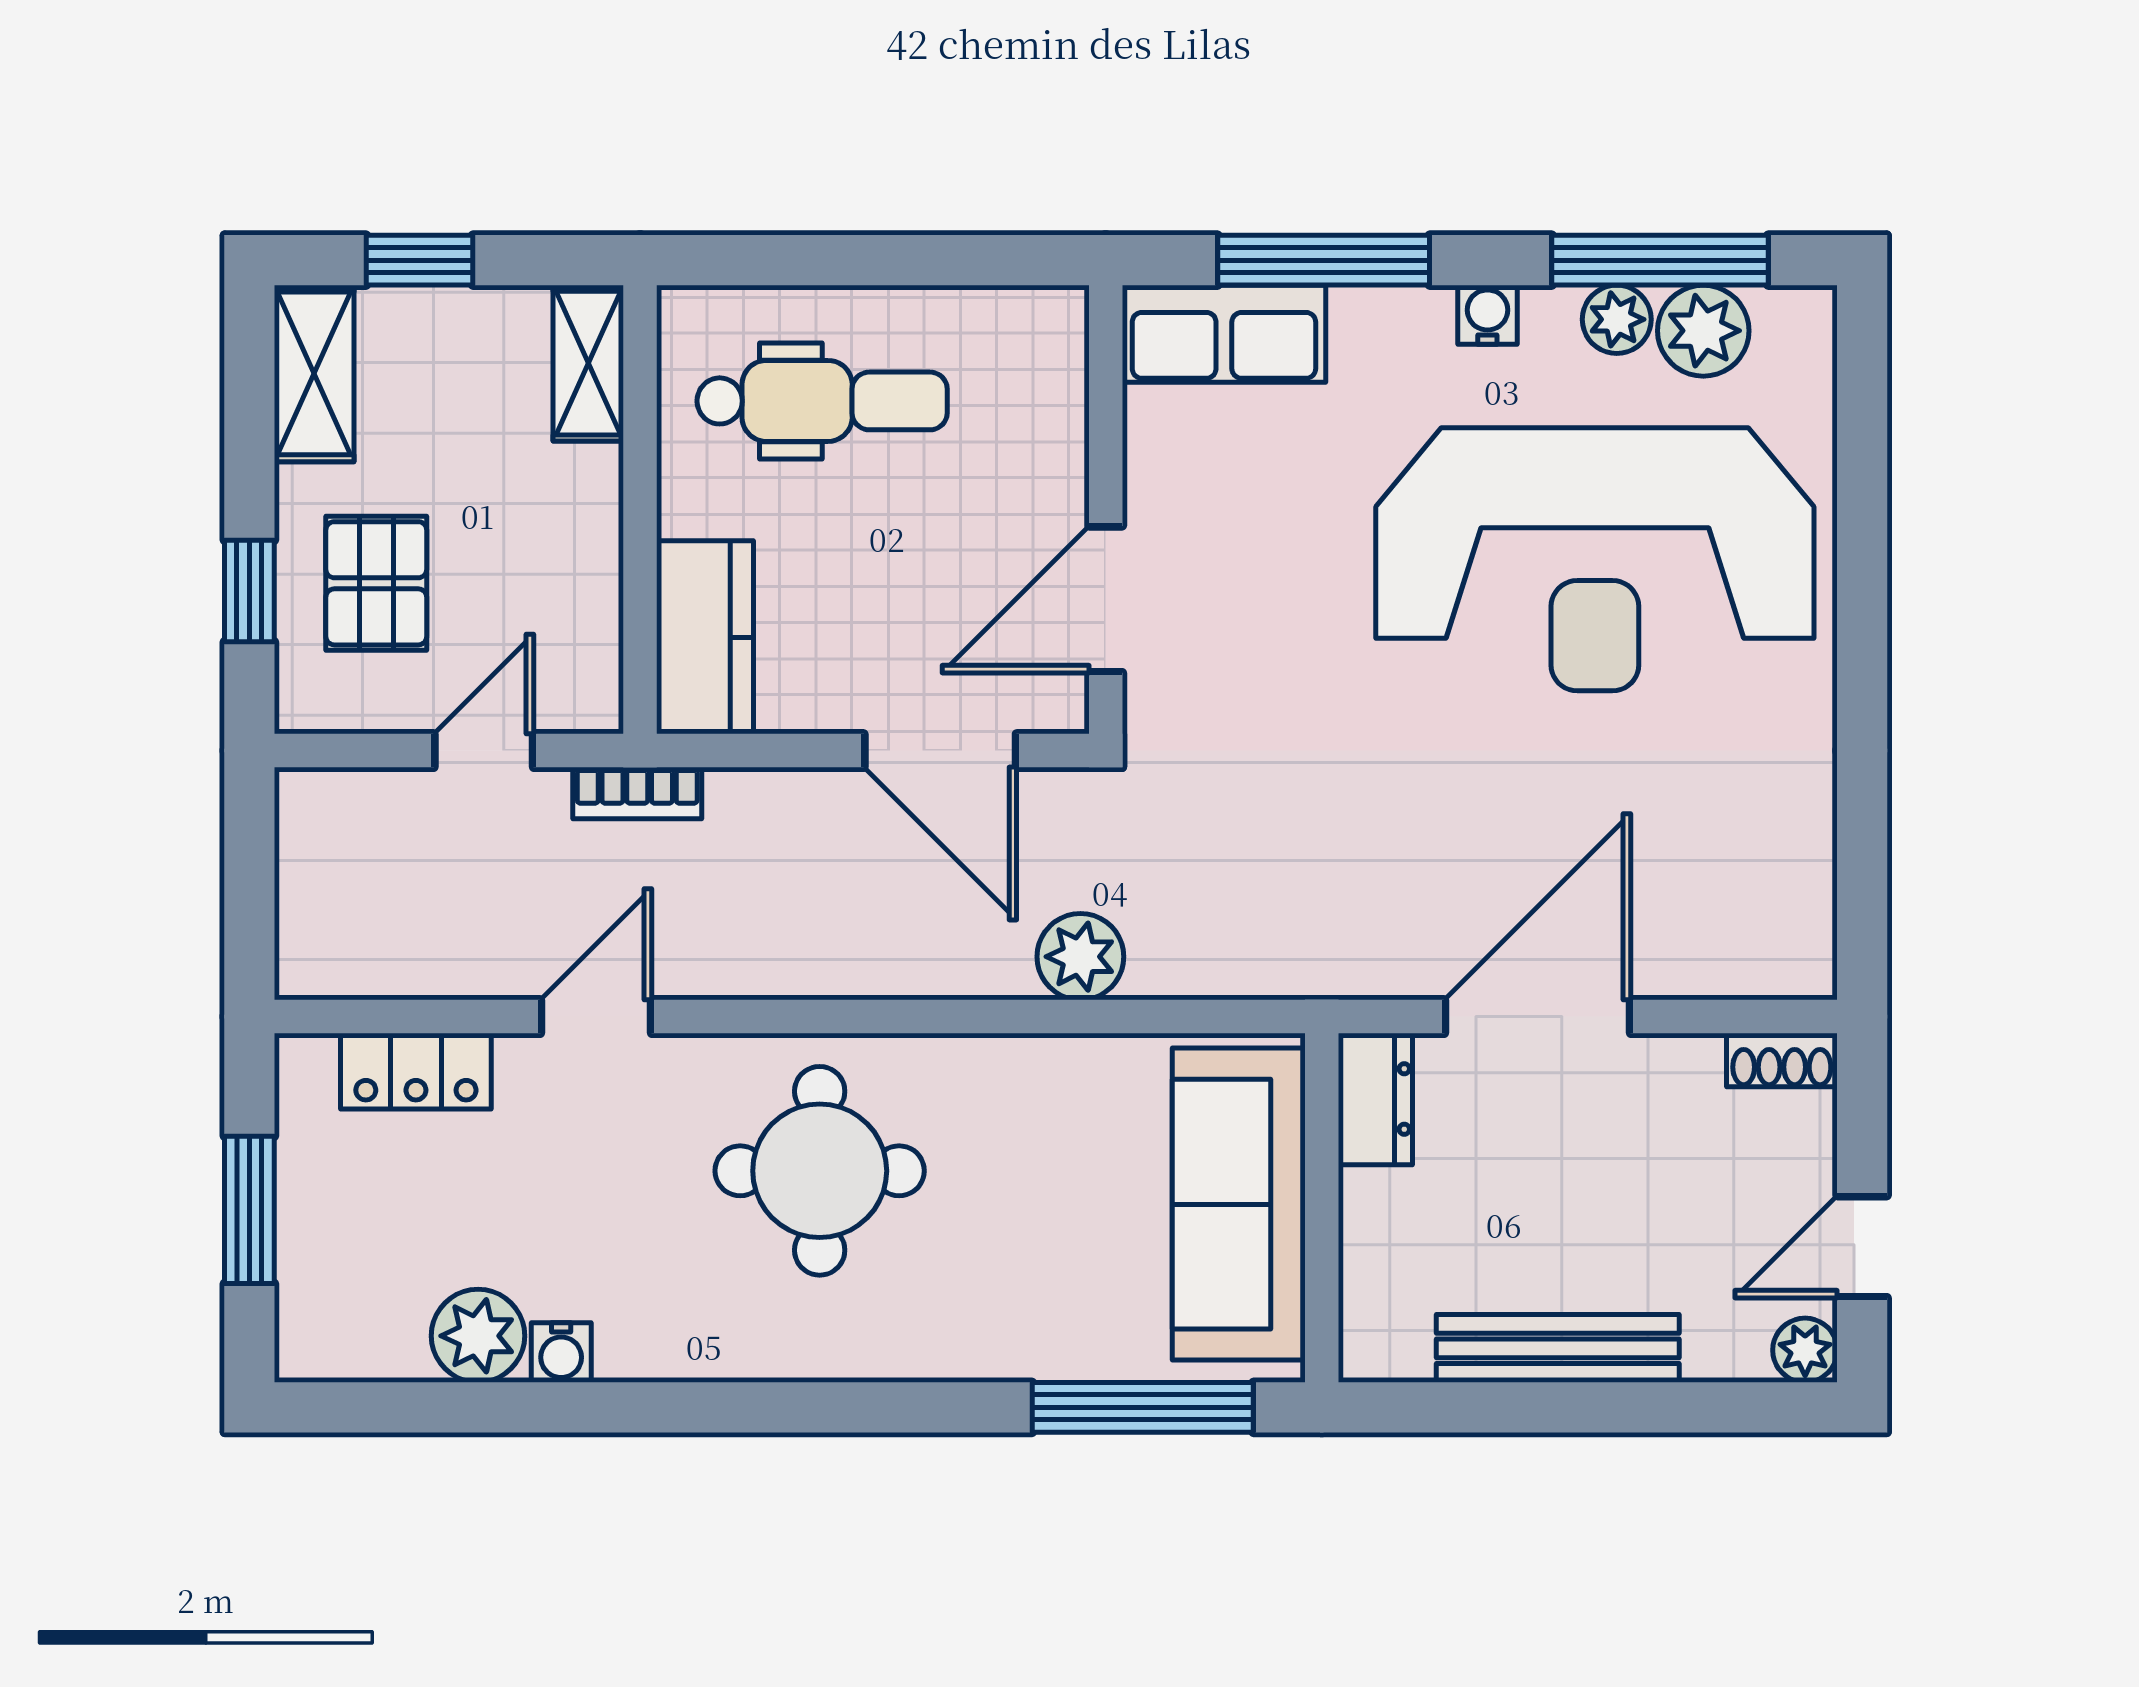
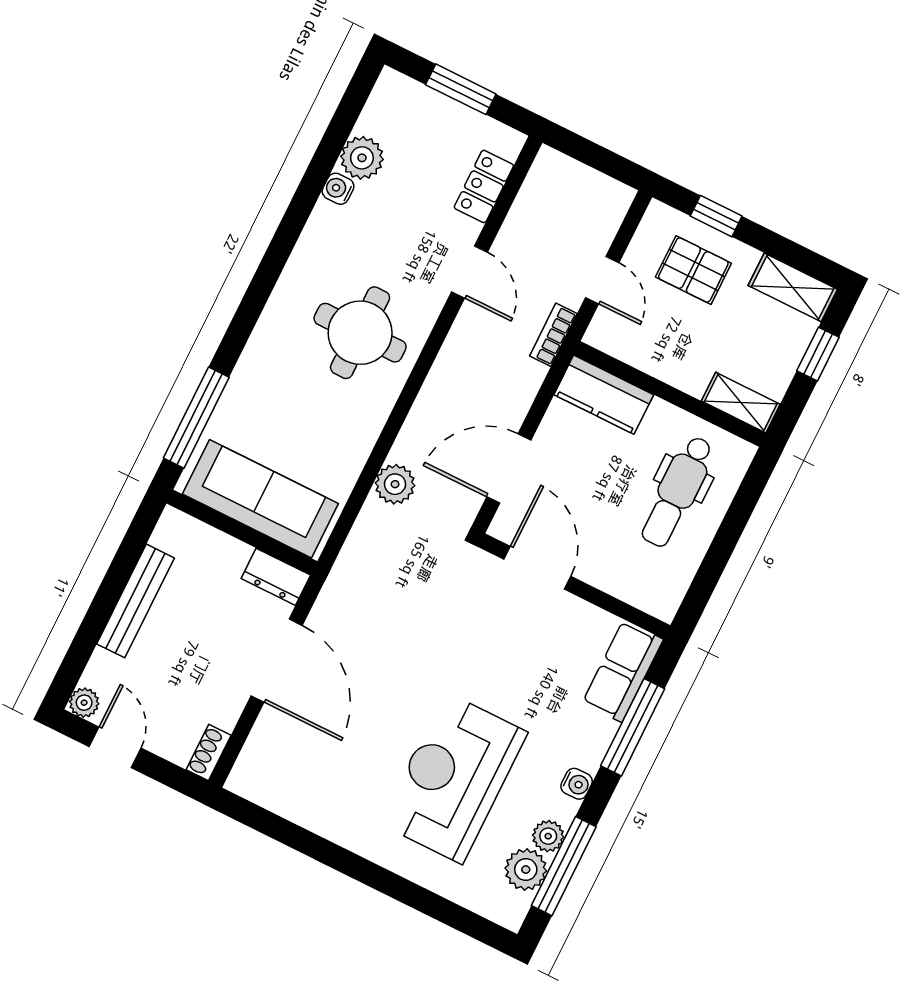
reception desk: (1595, 559) -> (454, 778), width x0.74, depth x0.77

